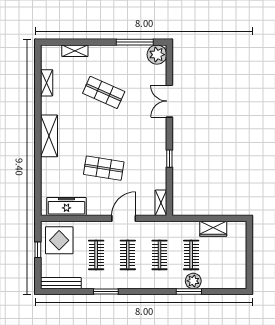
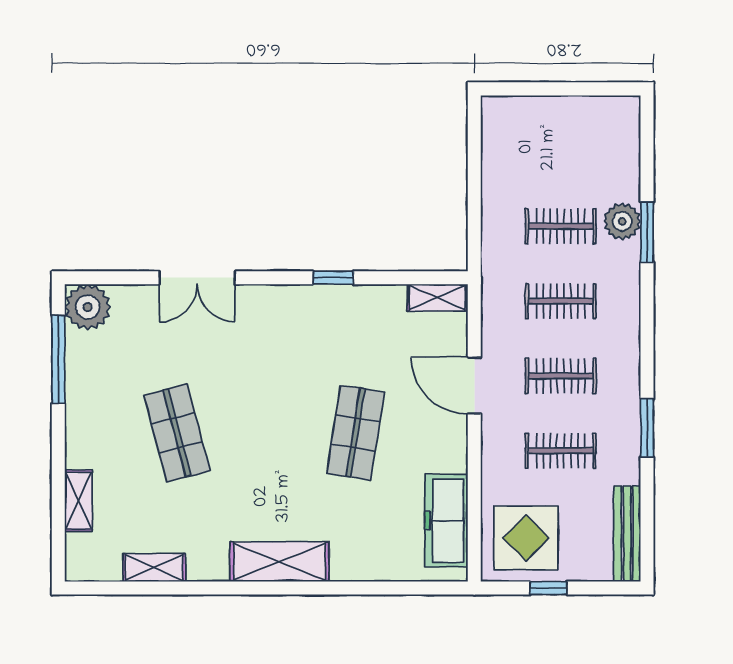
shop shelf: (104, 92) -> (177, 433), turned -39
wardrobe: (213, 229) -> (499, 174), removed

